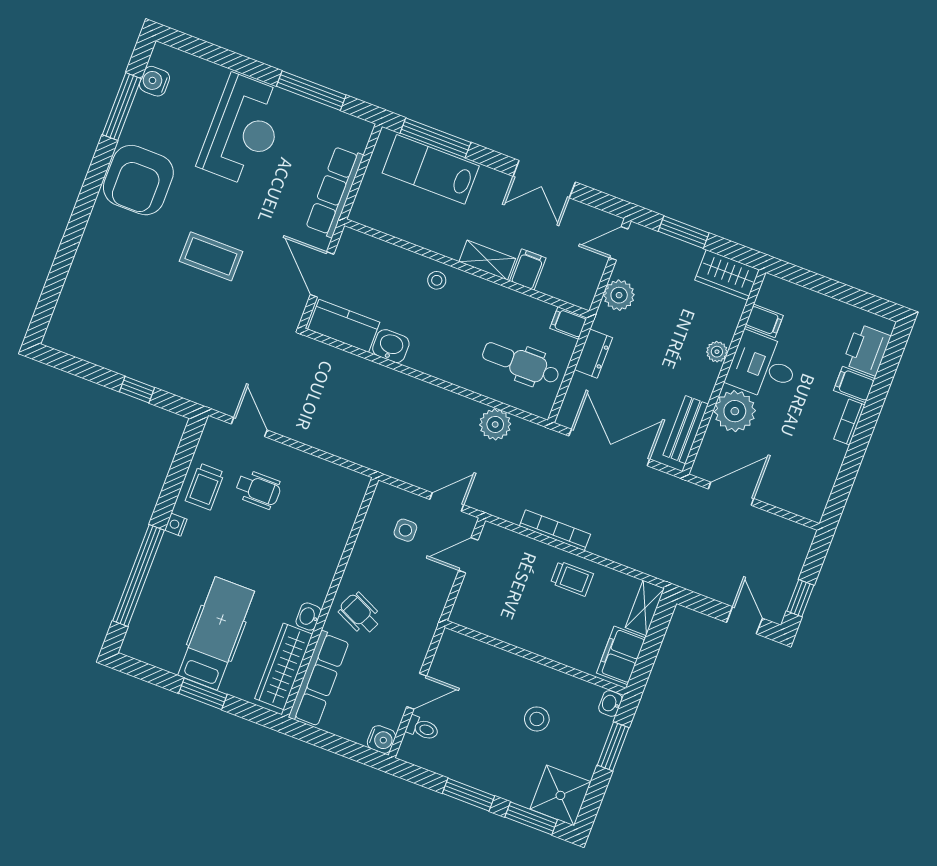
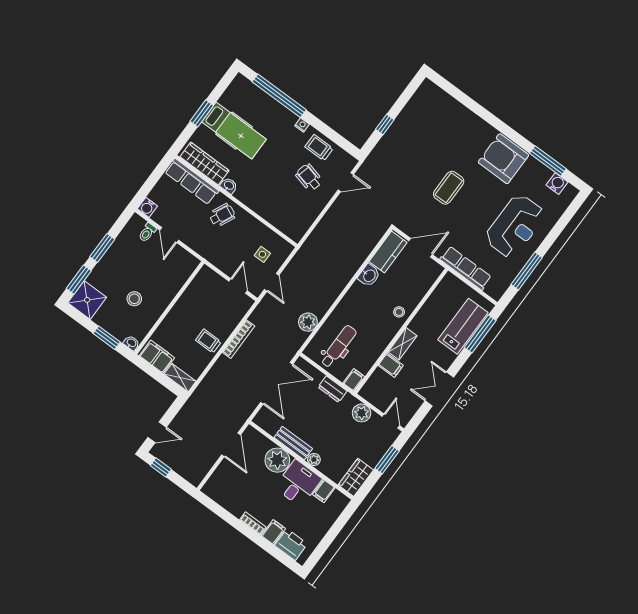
reception desk: (243, 130) -> (515, 226), turned -90
bench: (686, 430) -> (293, 443), moved
wheelchair: (258, 489) -> (309, 177), turned 104
trolley: (572, 578) -> (208, 341), turned 90

